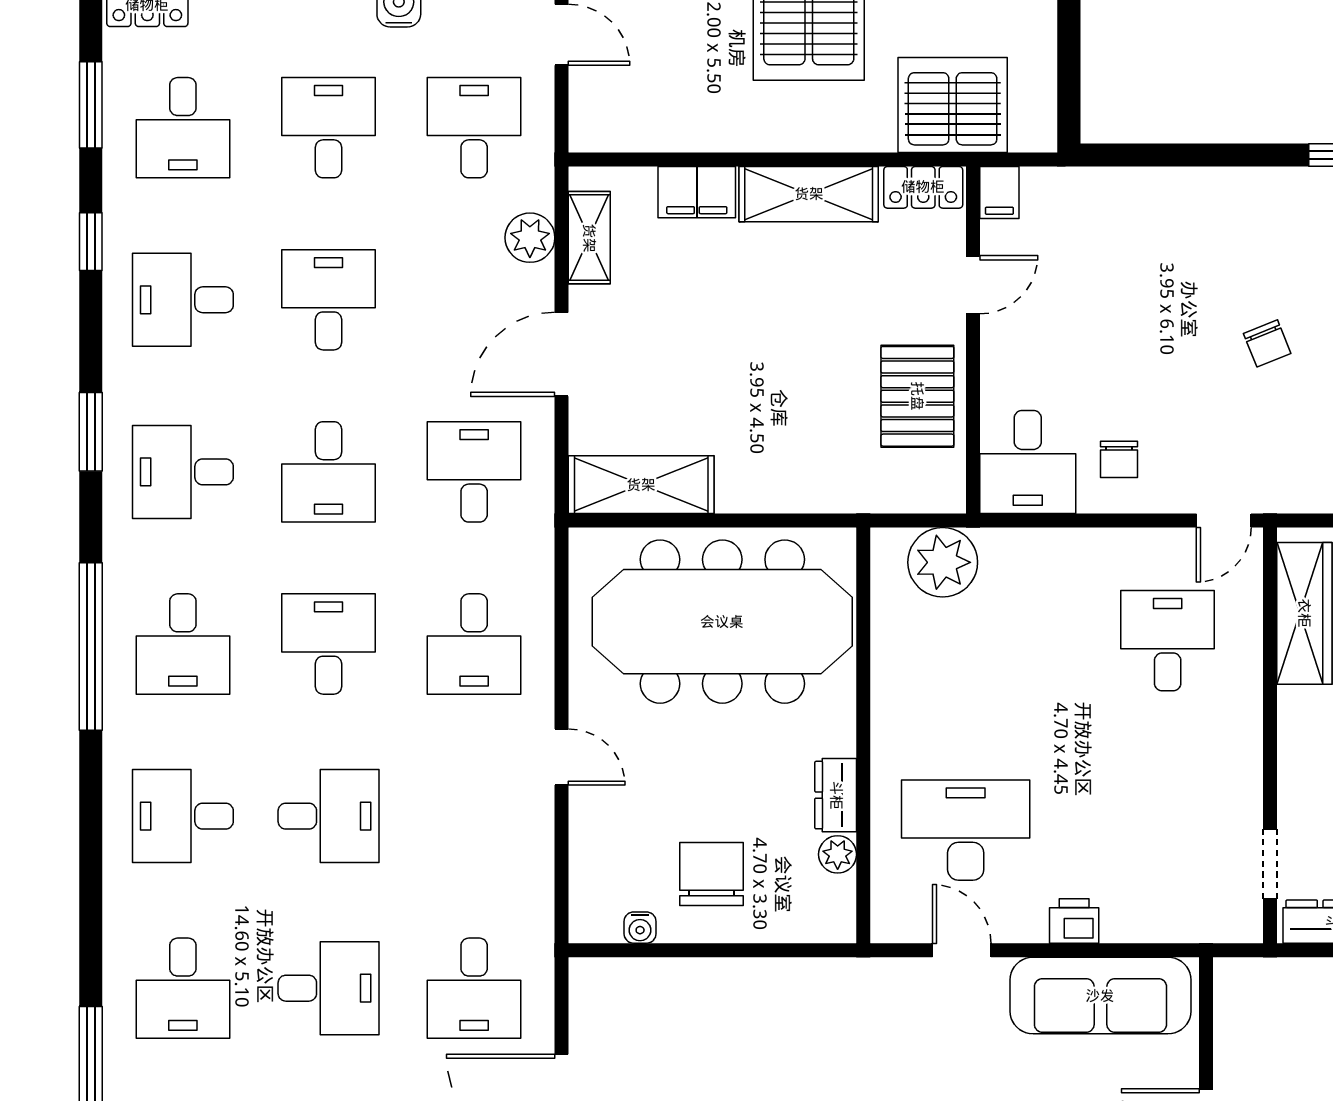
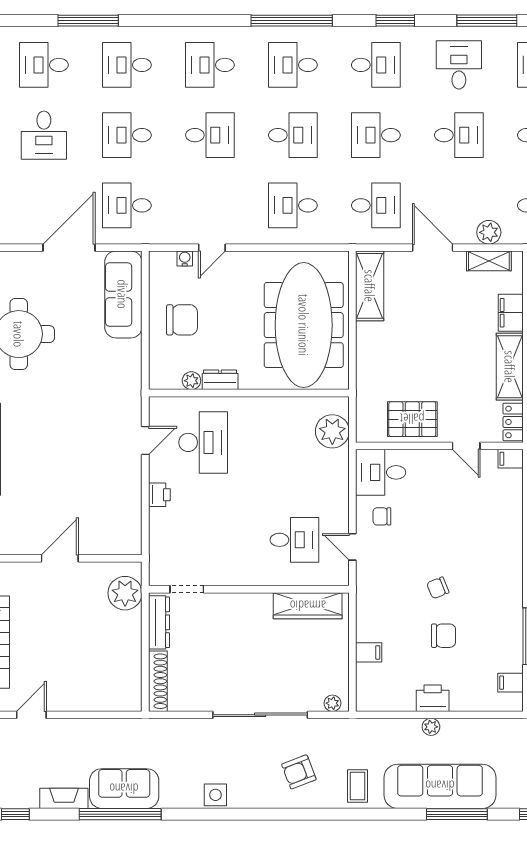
window: (91, 242) -> (487, 21), width x2.17
desk: (183, 472) -> (376, 65), turned 90
door: (1224, 521) -> (352, 547), moved
door: (562, 757) -> (212, 248), moved
desk: (183, 816) -> (210, 65), turned -90
desk: (328, 816) -> (210, 135), turned -90
water cooler: (640, 928) -> (185, 258), moved, turned 90
desk: (328, 988) -> (127, 135), turned 90
plant: (1278, 992) -> (125, 593), added
sofa: (1100, 996) -> (123, 294), moved

